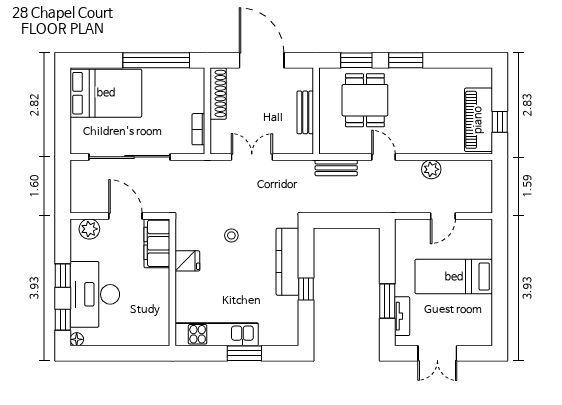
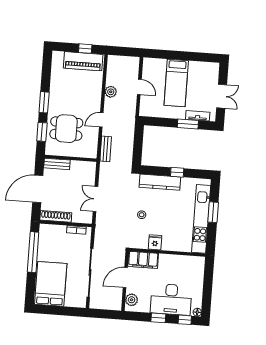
bench: (305, 112) -> (57, 164), moved
kitchen unit: (217, 334) -> (201, 219), width x1.36

